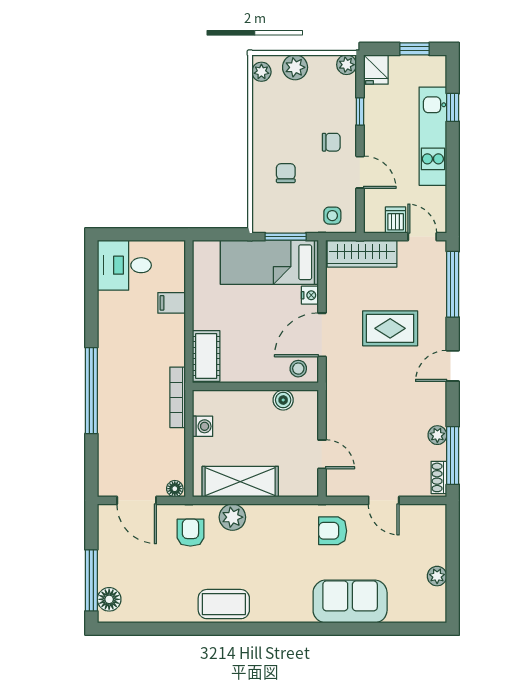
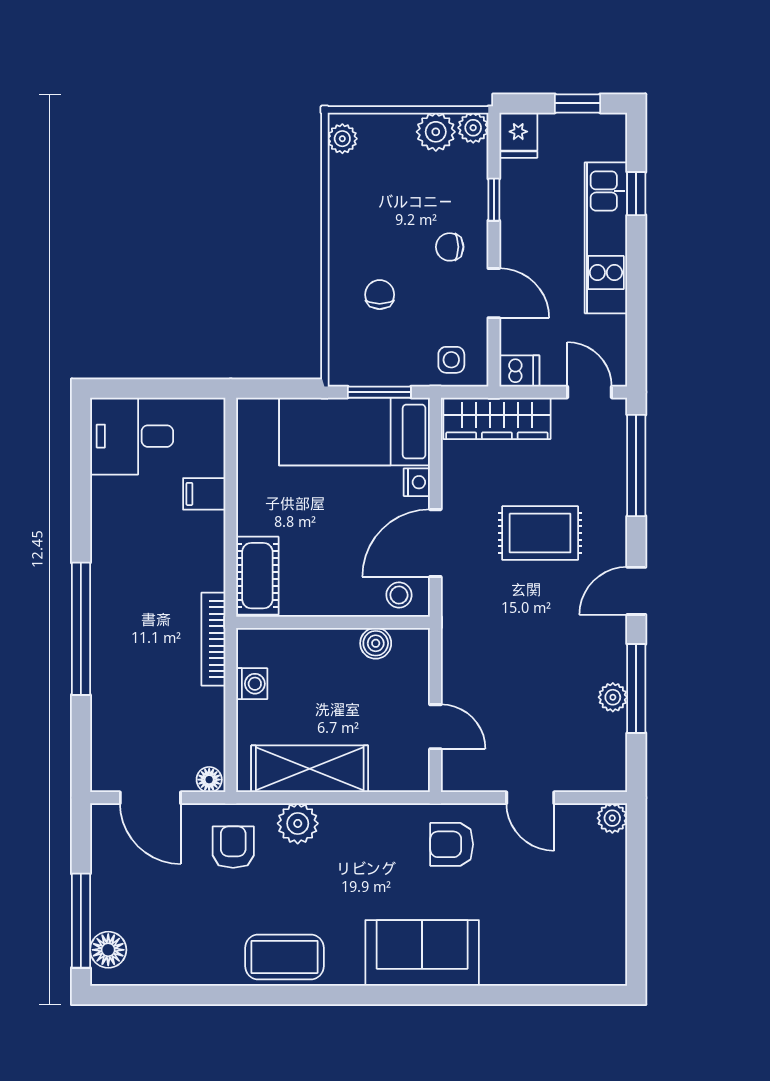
plant: (295, 67) -> (436, 132), moved
chair: (331, 142) -> (450, 247), turned 180
dishwasher: (396, 220) -> (519, 371), moved, turned 90
window: (453, 456) -> (636, 688), moved
shoe rack: (439, 477) -> (615, 762), removed
plant: (437, 576) -> (612, 818), moved
sofa: (350, 601) -> (422, 953), moved

